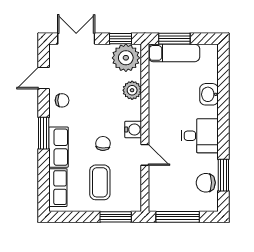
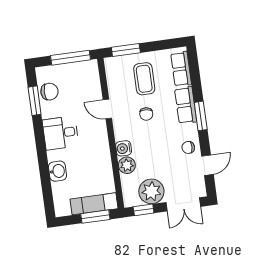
plant: (126, 58) -> (151, 191), moved
water cooler: (133, 130) -> (124, 148), moved

